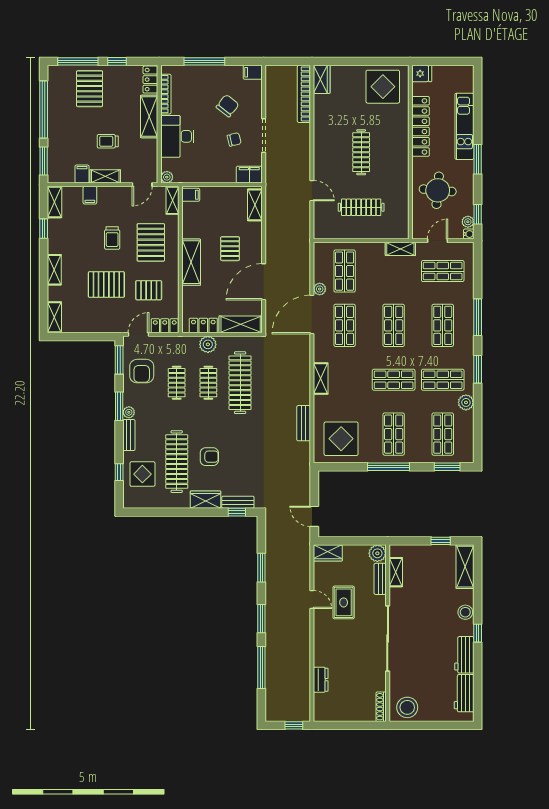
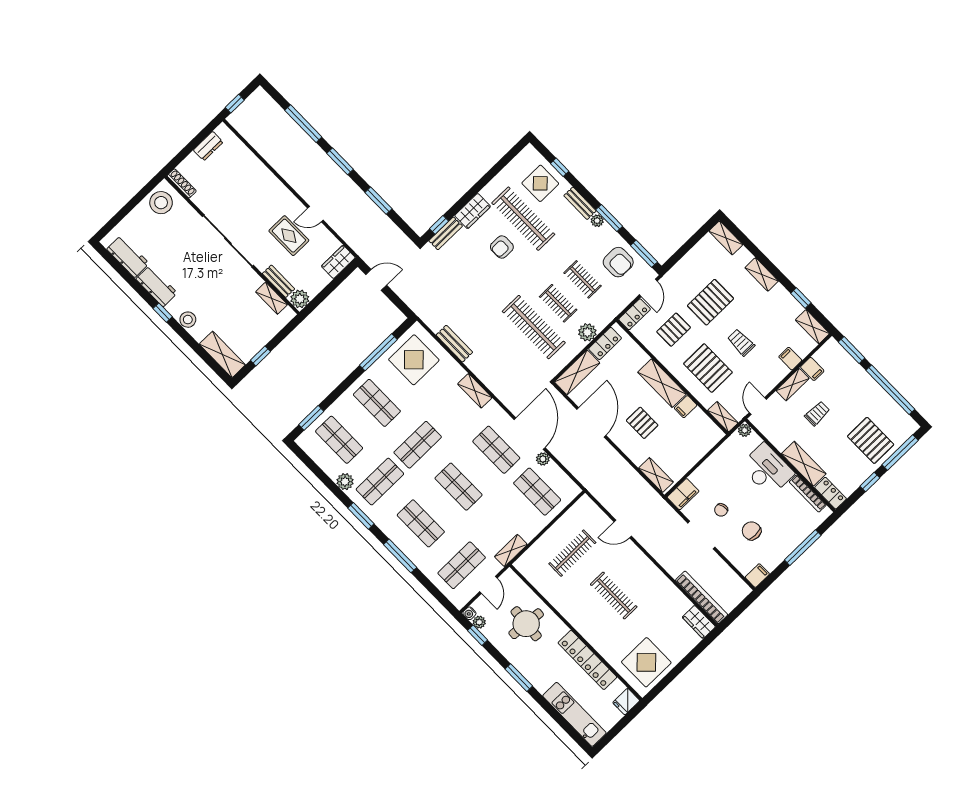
chair: (227, 106) -> (752, 531), turned 142
kitchen unit: (464, 126) -> (574, 714), moved
filing cabinet: (191, 195) -> (686, 407), moved
armchair: (142, 371) -> (618, 262), turned 180
window: (388, 467) -> (378, 352), moved
dresser: (321, 680) -> (208, 146), moved, turned -90

